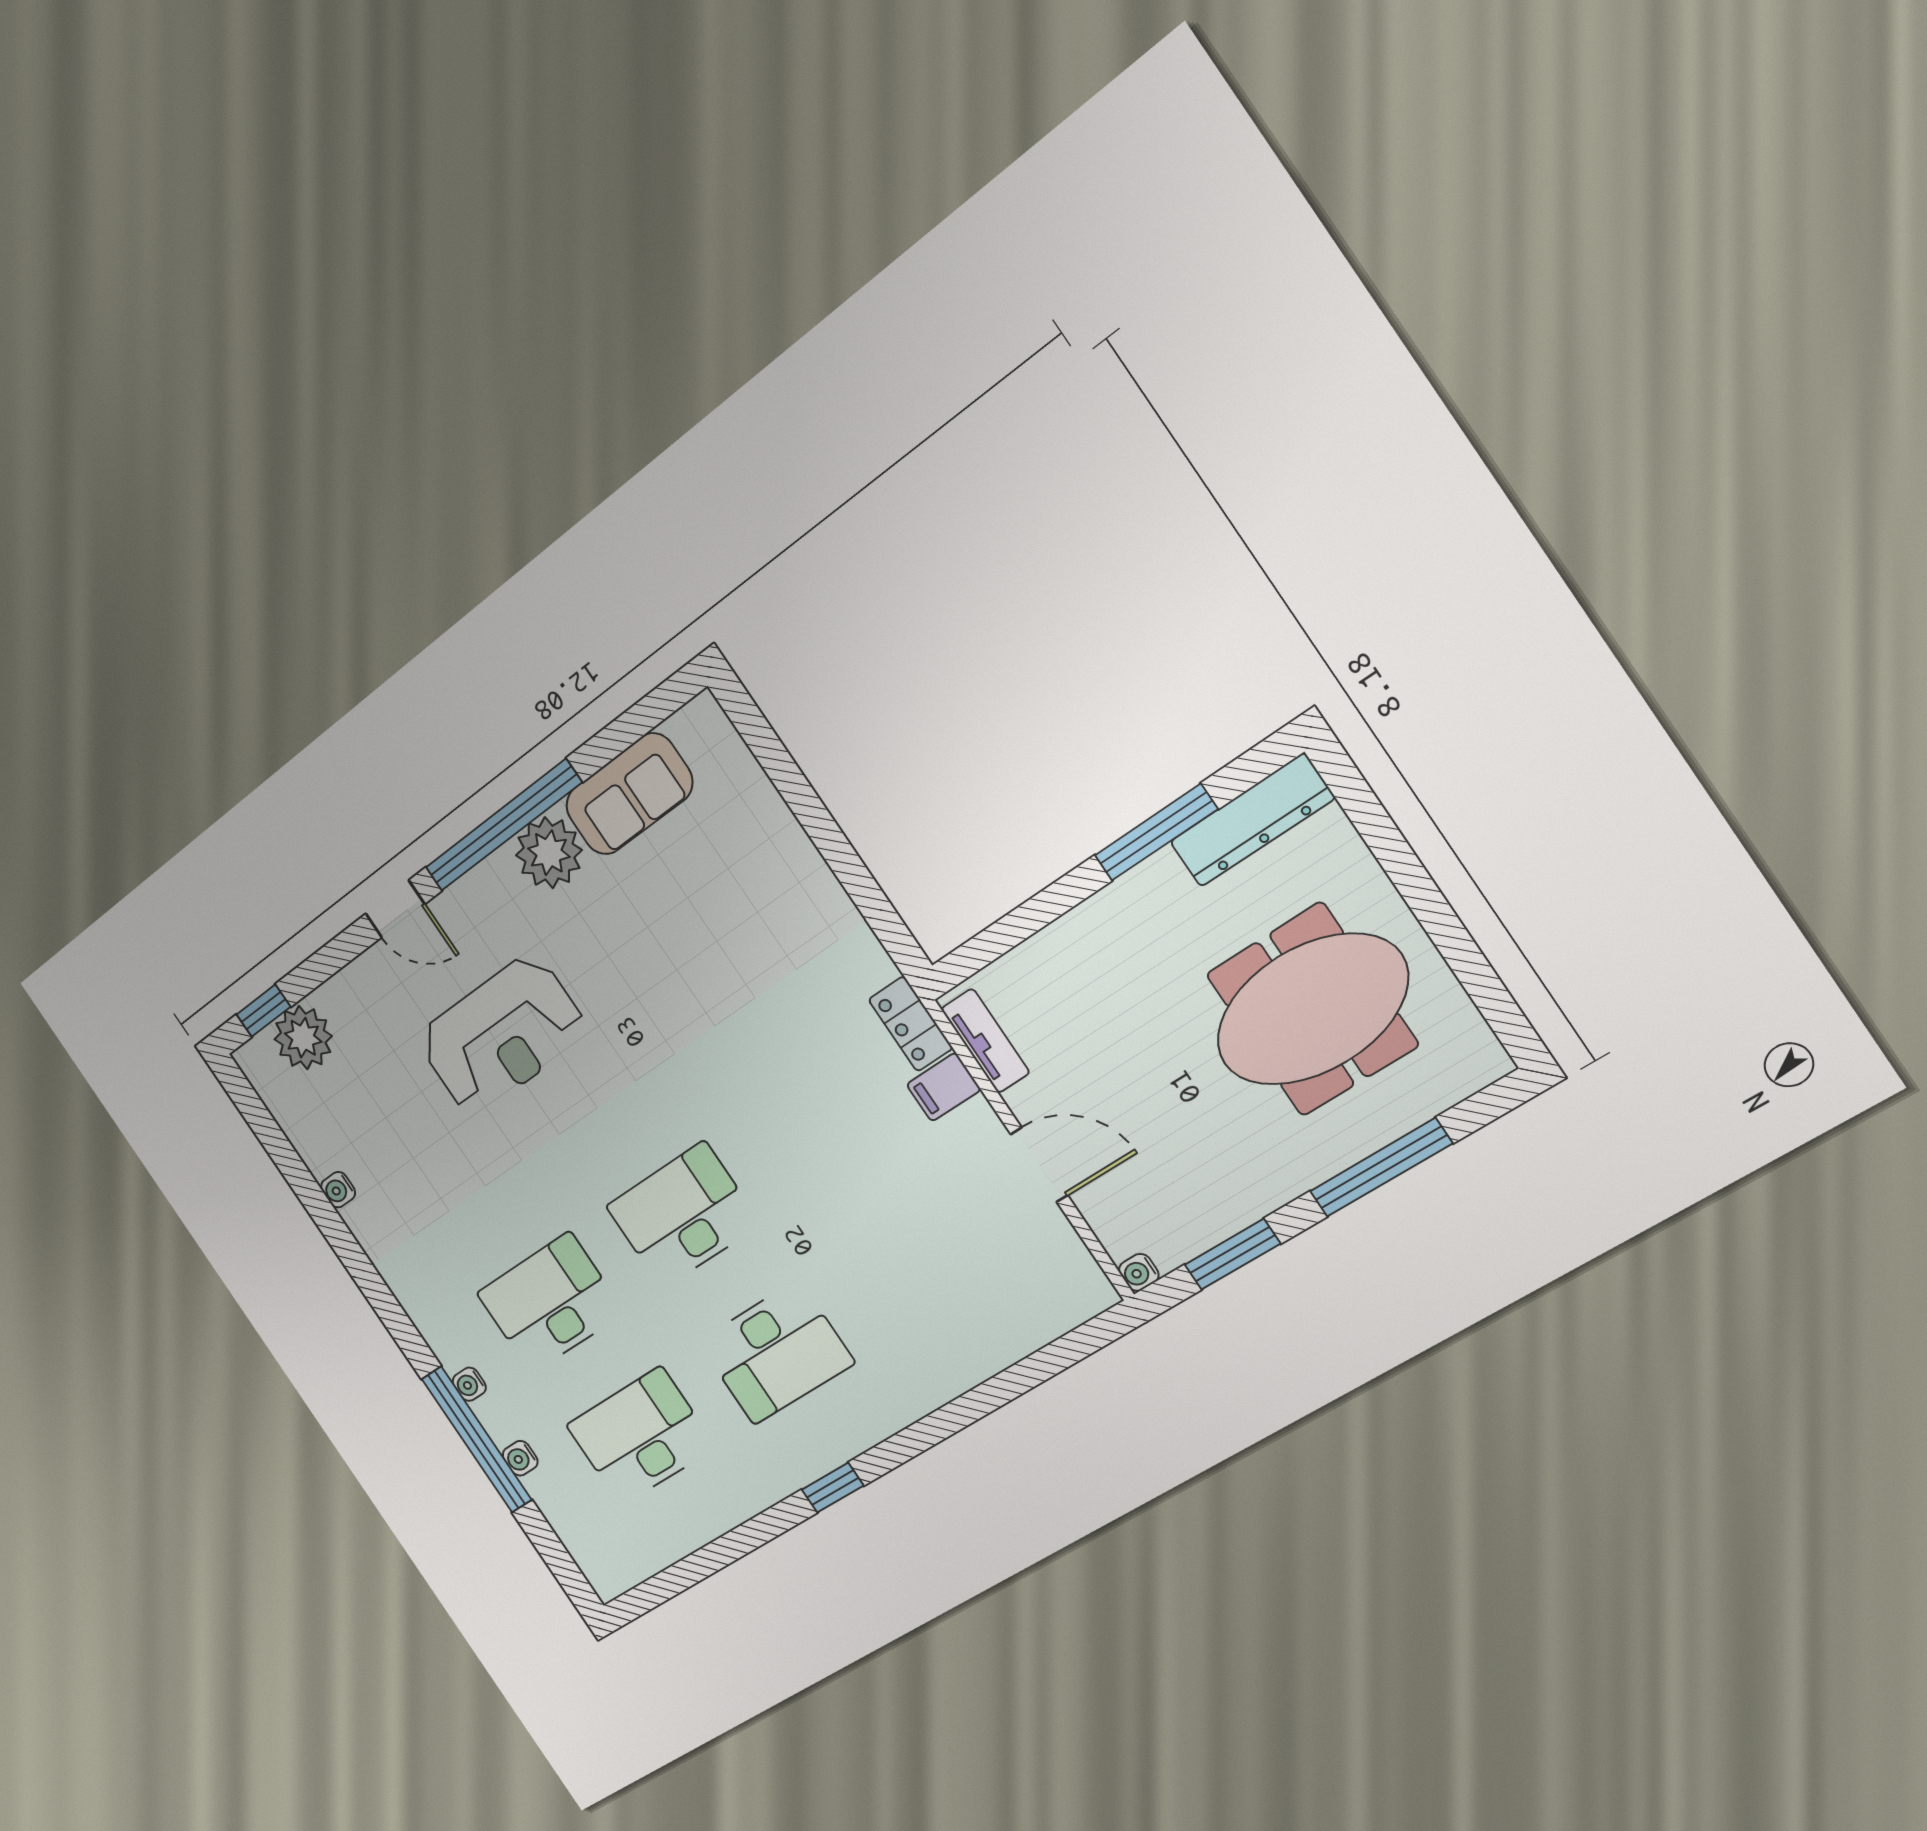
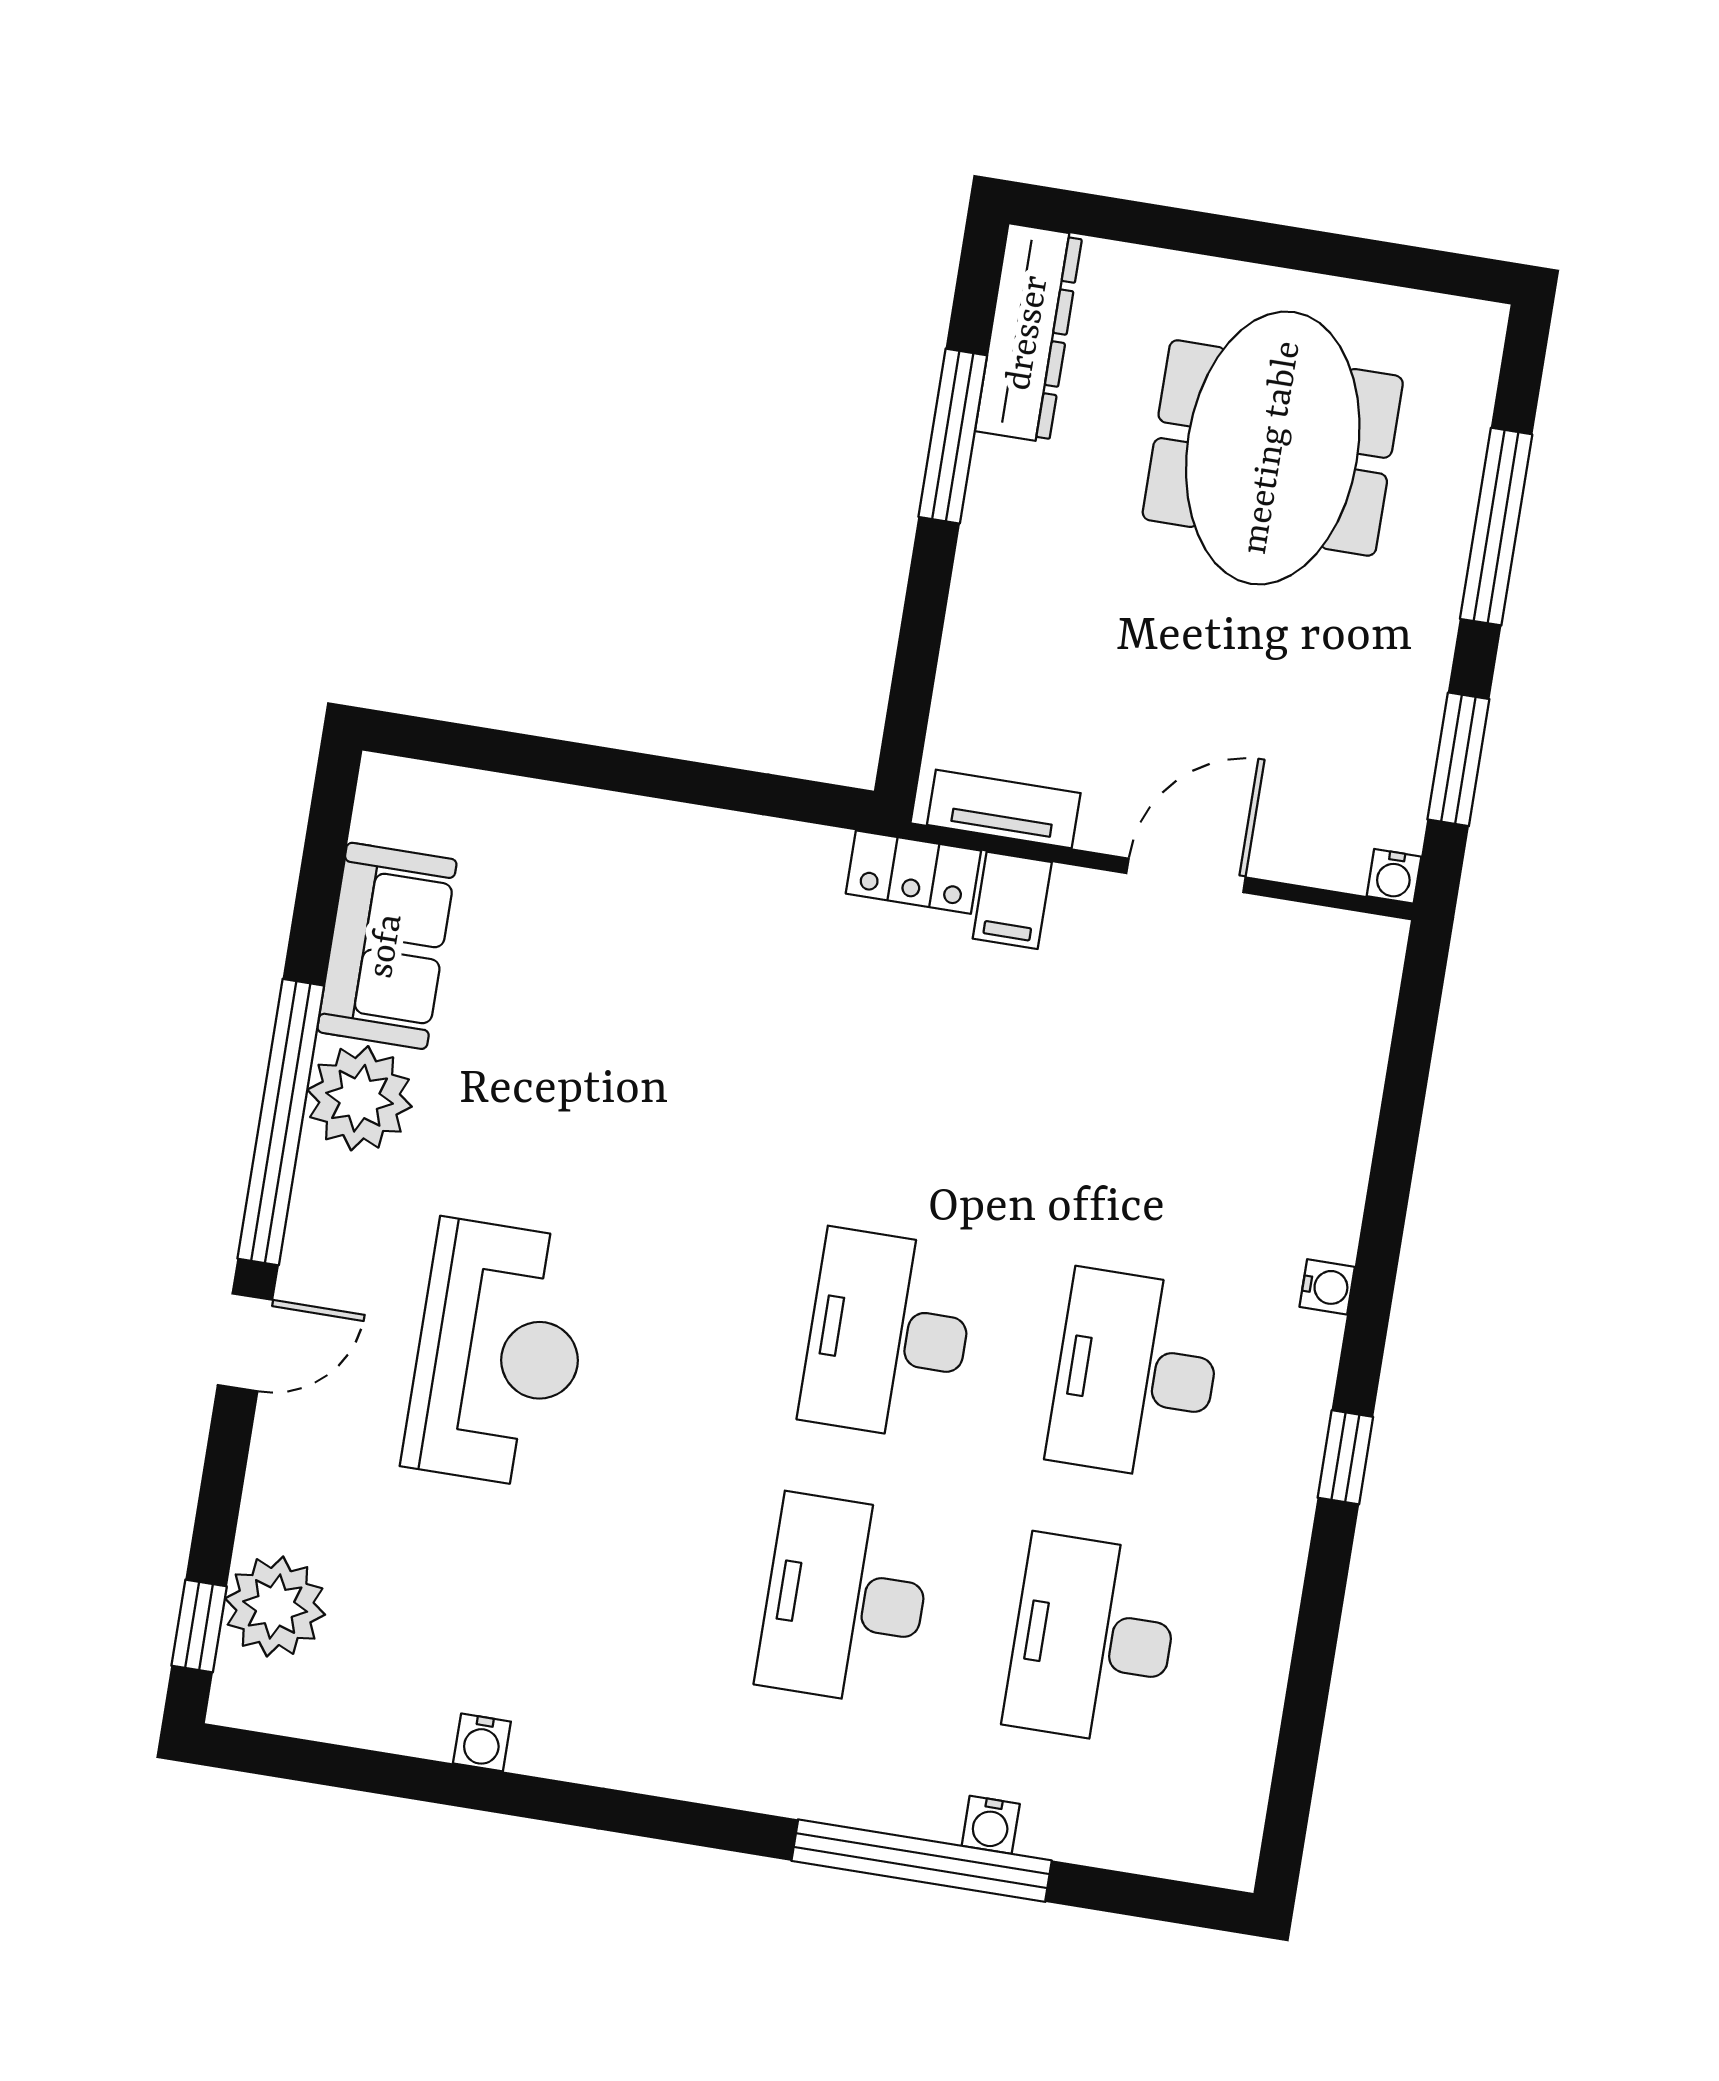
desk: (776, 1352) -> (1136, 1375), turned 180
water cooler: (469, 1384) -> (1327, 1287), moved, turned -90

